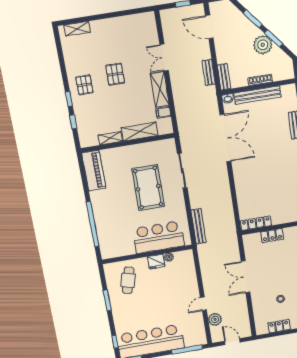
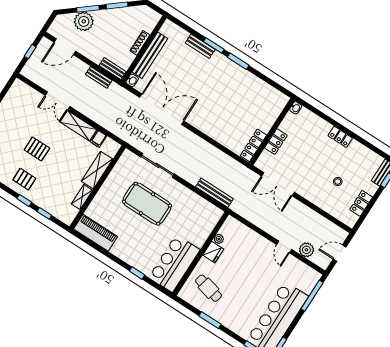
plant: (263, 45) -> (84, 21), moved
window: (93, 224) -> (137, 273), width x0.32
bar counter: (159, 237) -> (174, 263), moved
double door: (246, 277) -> (278, 184), moved

